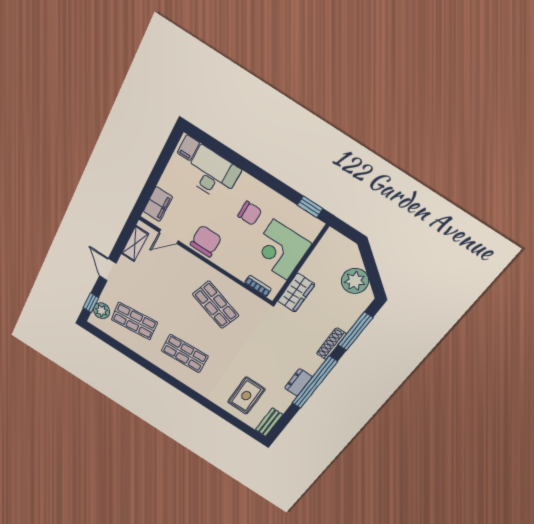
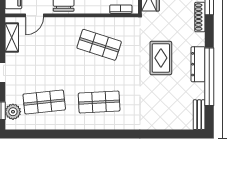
dresser: (298, 382) -> (198, 64), width x1.44
window: (314, 383) -> (209, 77), moved
rug: (246, 396) -> (161, 58), moved

